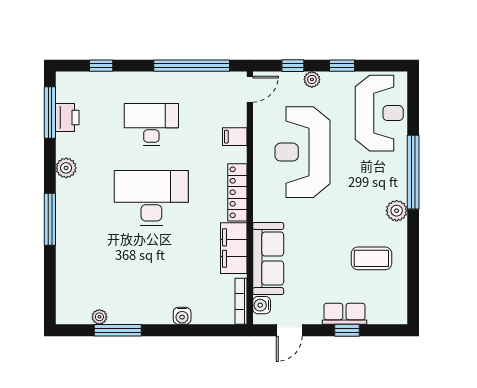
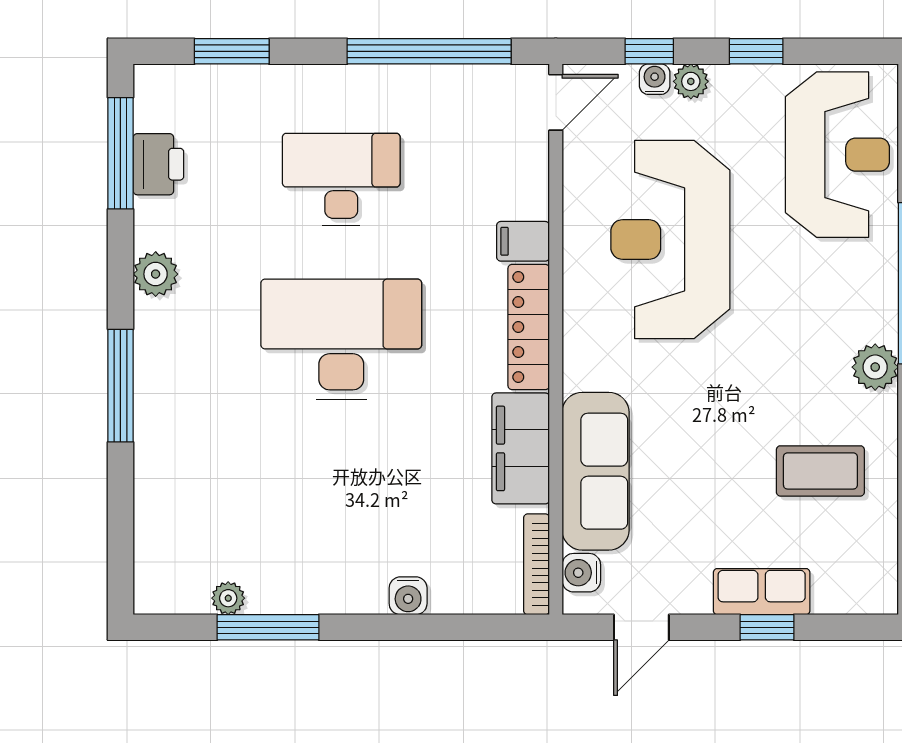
window: (101, 66) -> (232, 51), width x1.50
water cooler: (295, 78) -> (655, 79), added
filing cabinet: (235, 137) -> (523, 241), moved

